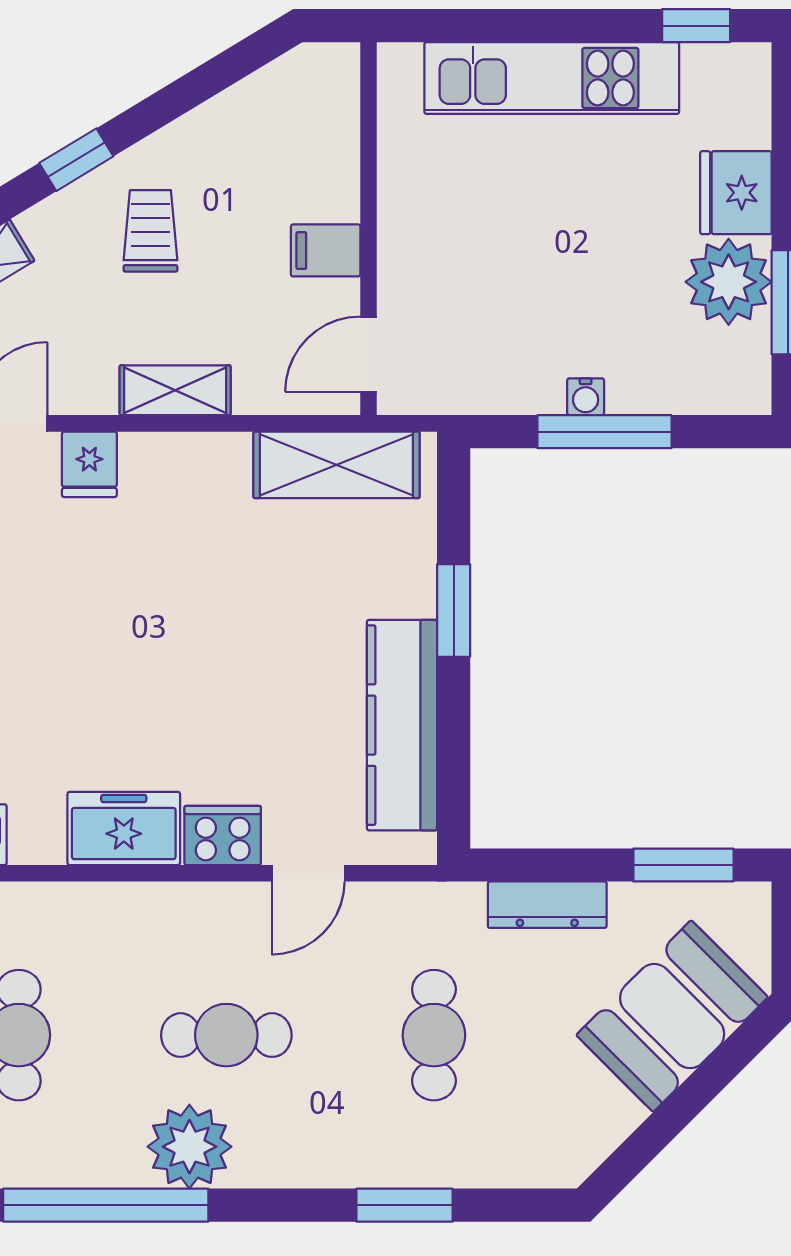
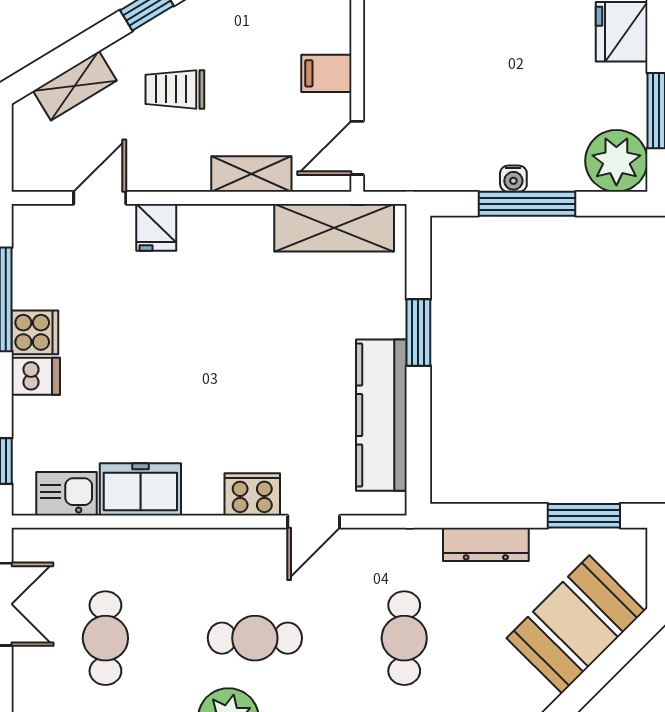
trolley: (150, 231) -> (175, 89), moved, turned -90
plant: (729, 282) -> (616, 161), moved
shelving: (175, 390) -> (251, 174), moved
freezer: (124, 828) -> (140, 489), moved

